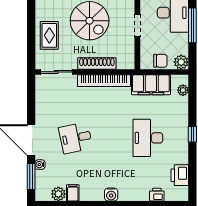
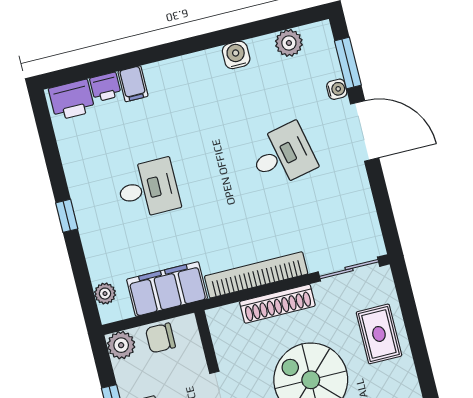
desk: (148, 138) -> (148, 189), width x0.73
printer: (180, 175) -> (72, 100), moved, turned 90
filing cabinet: (73, 193) -> (133, 84), moved
water cooler: (111, 195) -> (236, 55), moved

